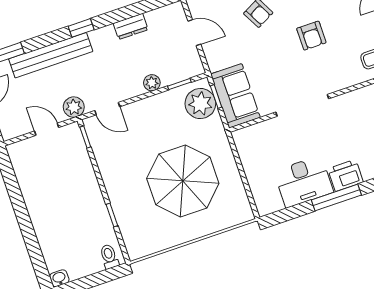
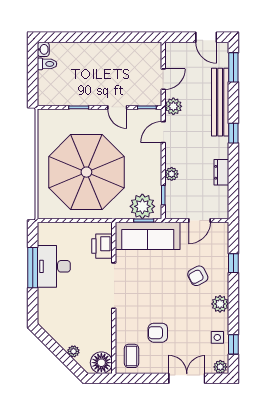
armchair: (311, 36) -> (158, 333), moved
sofa: (235, 96) -> (148, 236), width x1.36
door: (97, 171) -> (117, 107), added
printer: (345, 175) -> (102, 246), moved, turned 180
parasol: (183, 181) -> (86, 172), width x1.36, depth x1.36
window: (336, 198) -> (33, 268), moved
toilet: (109, 256) -> (47, 64), moved

